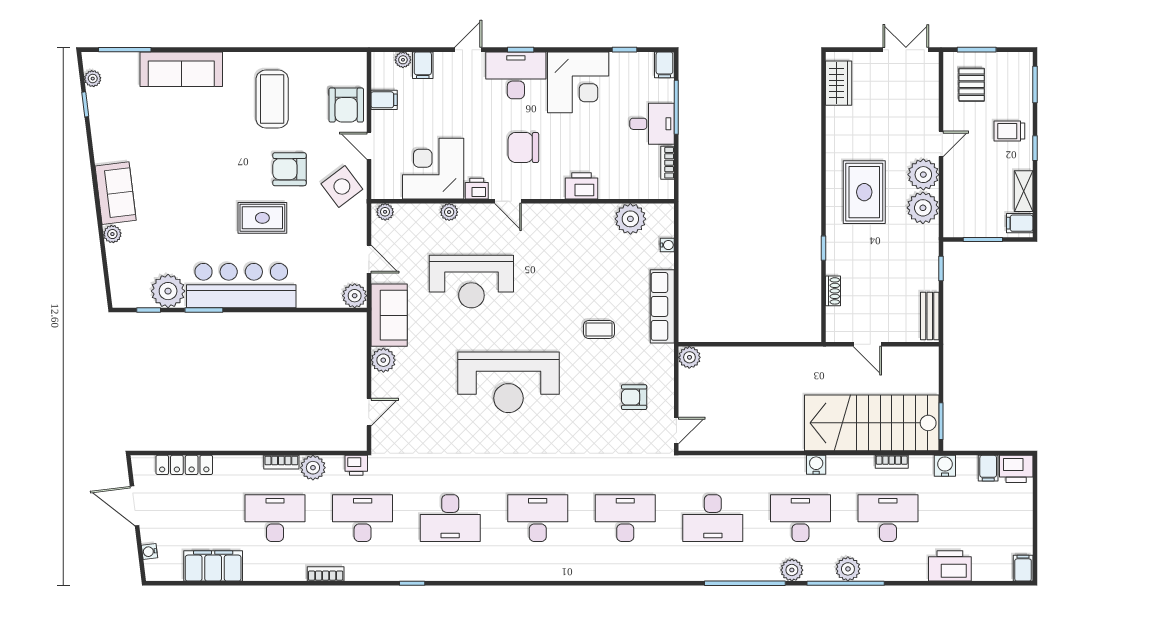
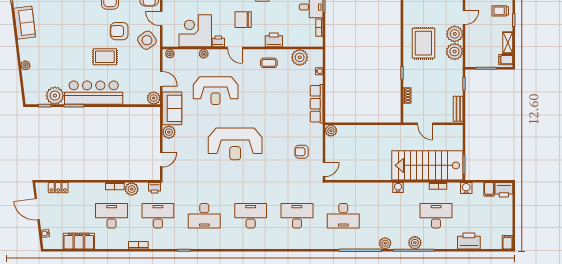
sofa: (116, 193) -> (25, 23), moved
coffee table: (599, 330) -> (269, 63), moved
locker: (184, 465) -> (58, 188), width x0.66
desk: (800, 518) -> (390, 216), removed

